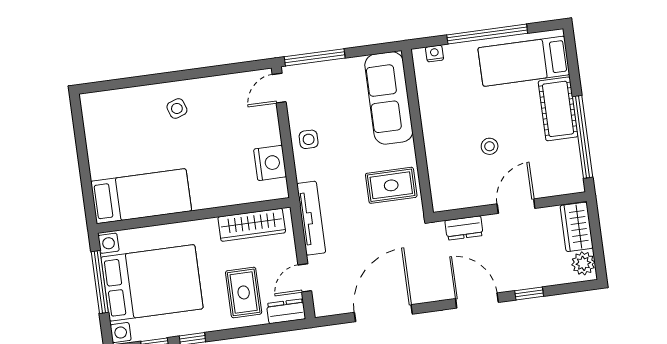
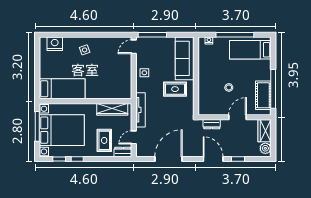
cot: (558, 109) -> (263, 95), moved
nightstand: (270, 163) -> (55, 44), moved, turned -90
rug: (391, 185) -> (175, 89), moved

